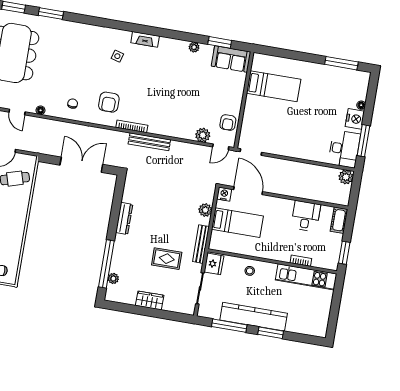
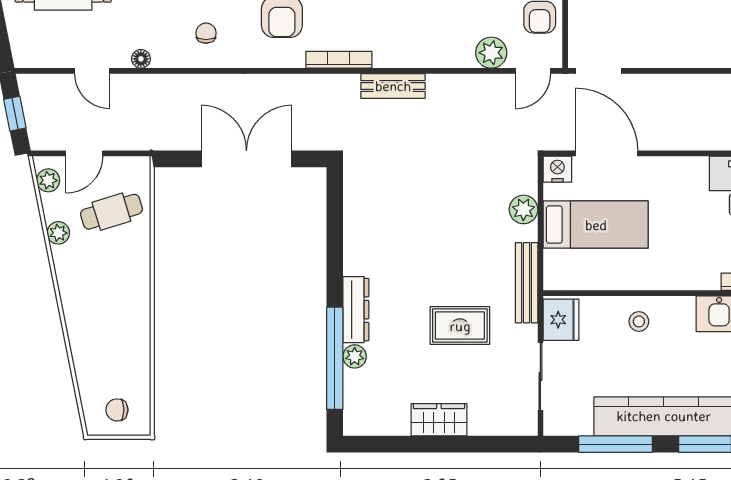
bench: (149, 142) -> (393, 86), width x0.73
dresser: (124, 218) -> (356, 310), moved
plant: (113, 278) -> (355, 356), moved

